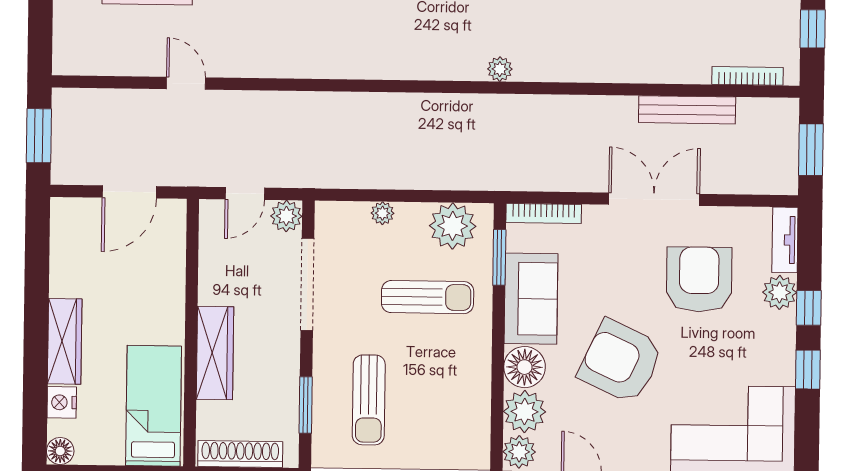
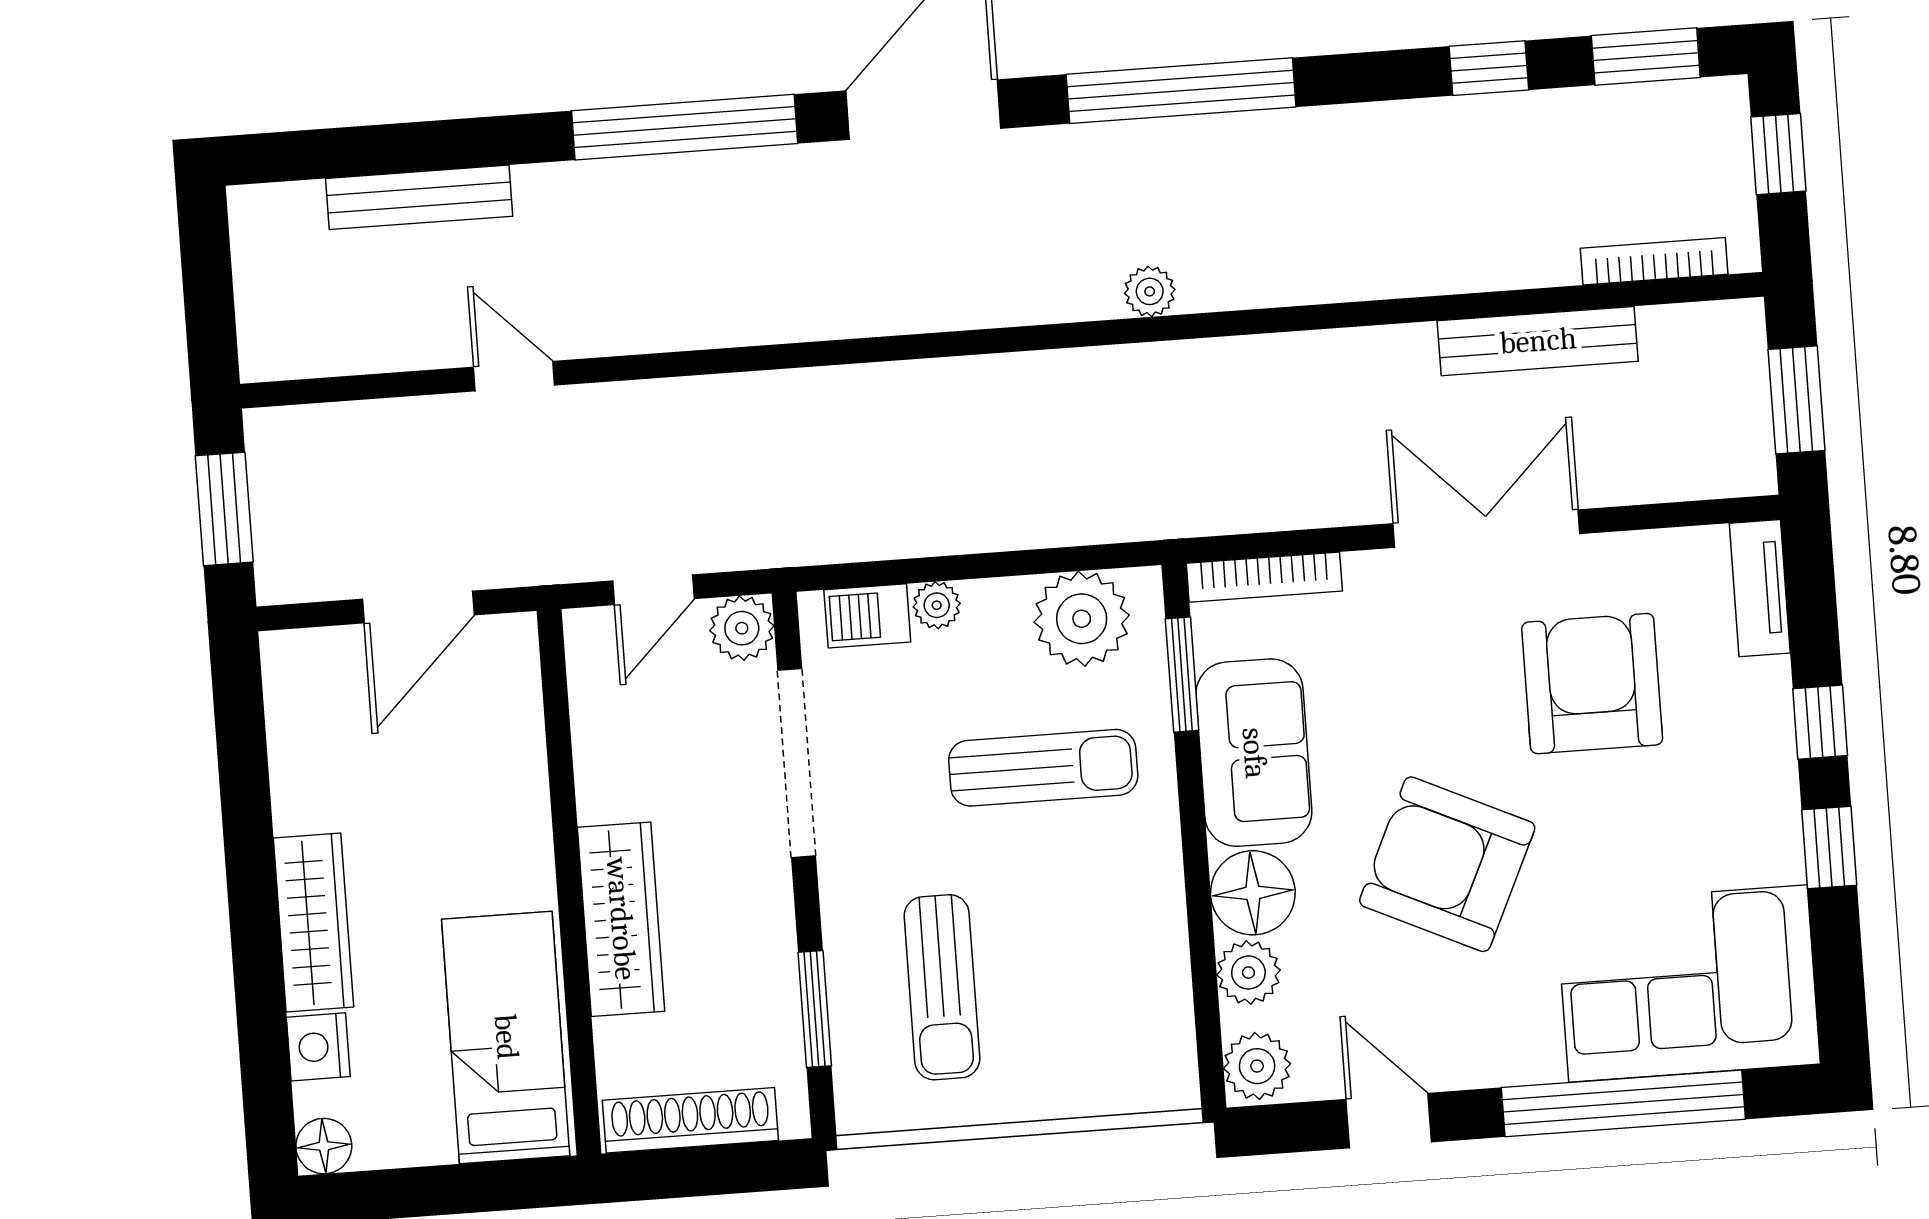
barbecue: (348, 215) -> (867, 616), added
plant: (780, 292) -> (1758, 696), removed
plant: (525, 412) -> (1248, 973), width x0.73, depth x0.73

